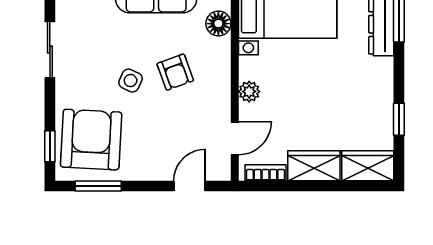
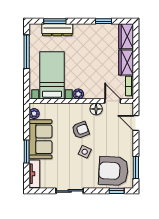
floor lamp: (218, 24) -> (96, 109), moved
plant: (249, 92) -> (78, 94), moved

